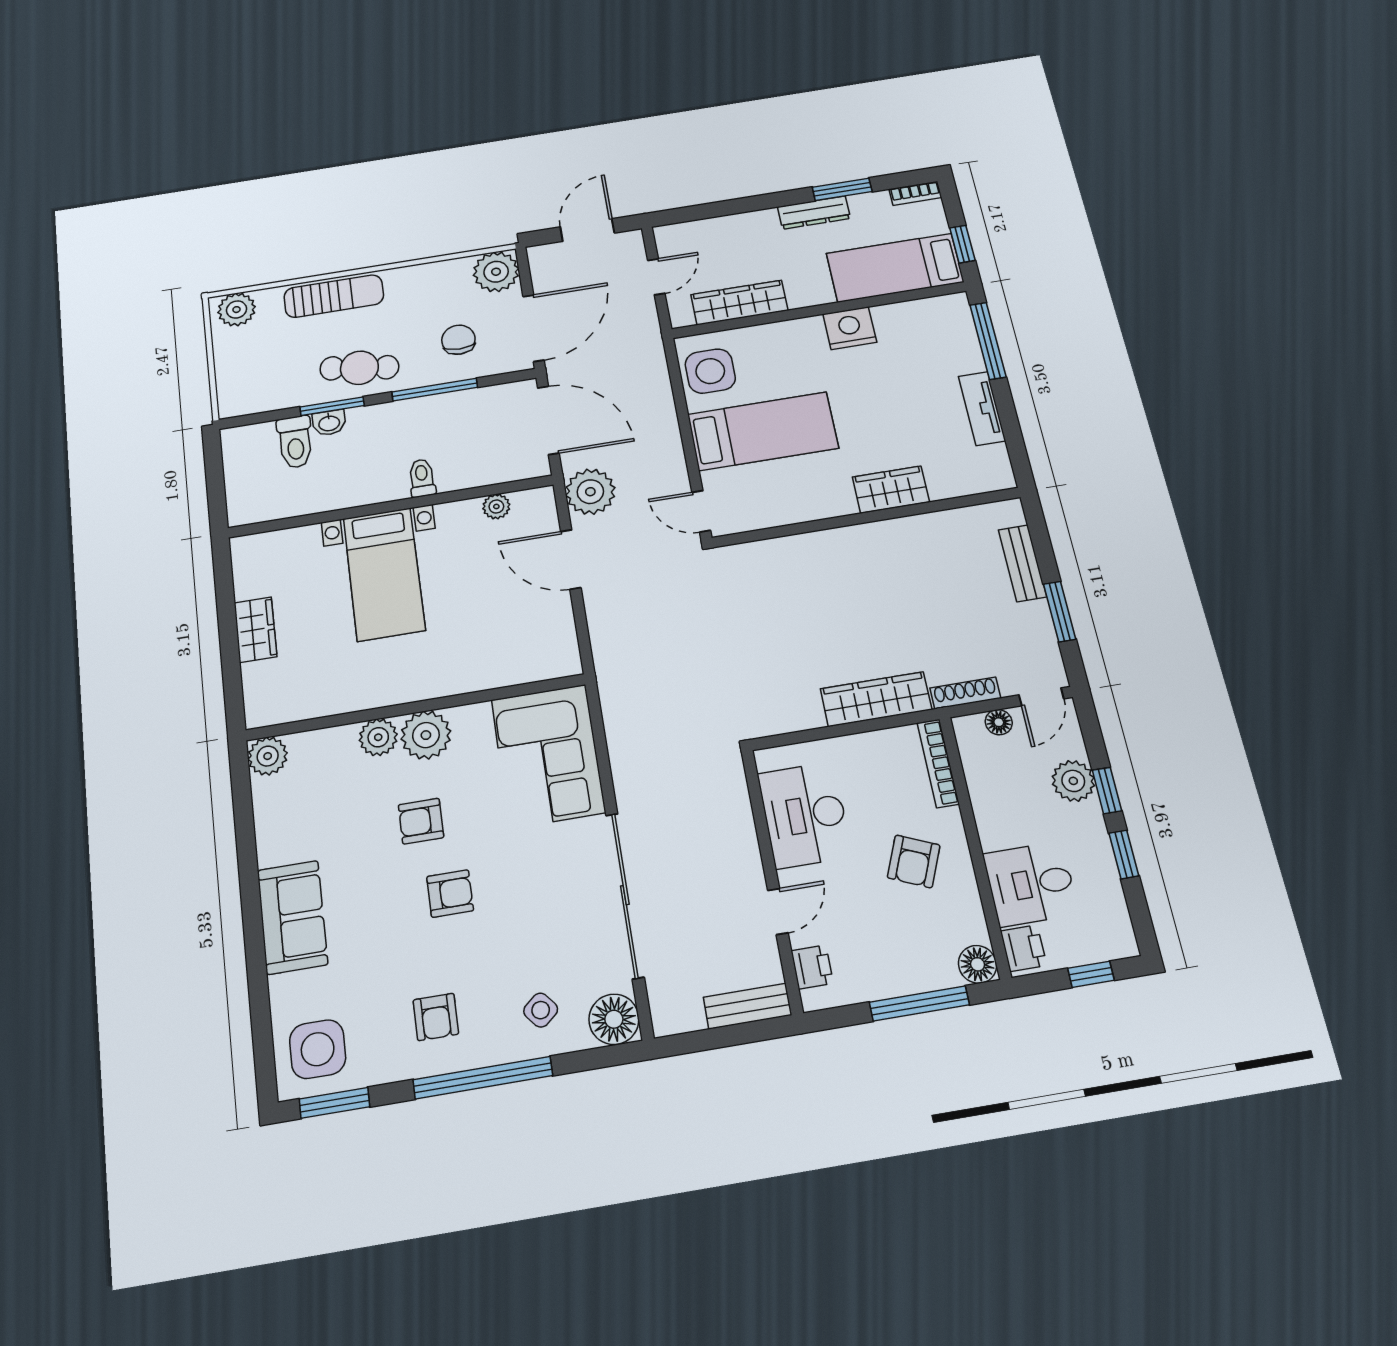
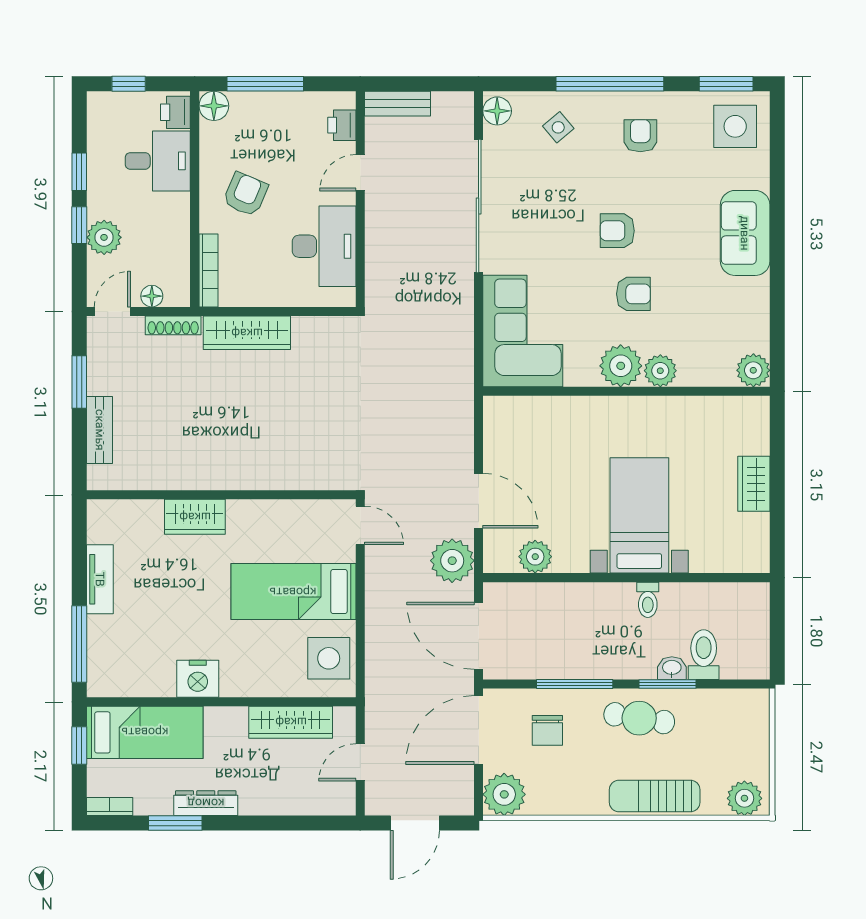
toilet: (422, 478) -> (648, 600), moved
plant: (496, 506) -> (535, 557), width x1.38, depth x1.38
floor lamp: (614, 1019) -> (497, 111), width x0.73, depth x0.73

